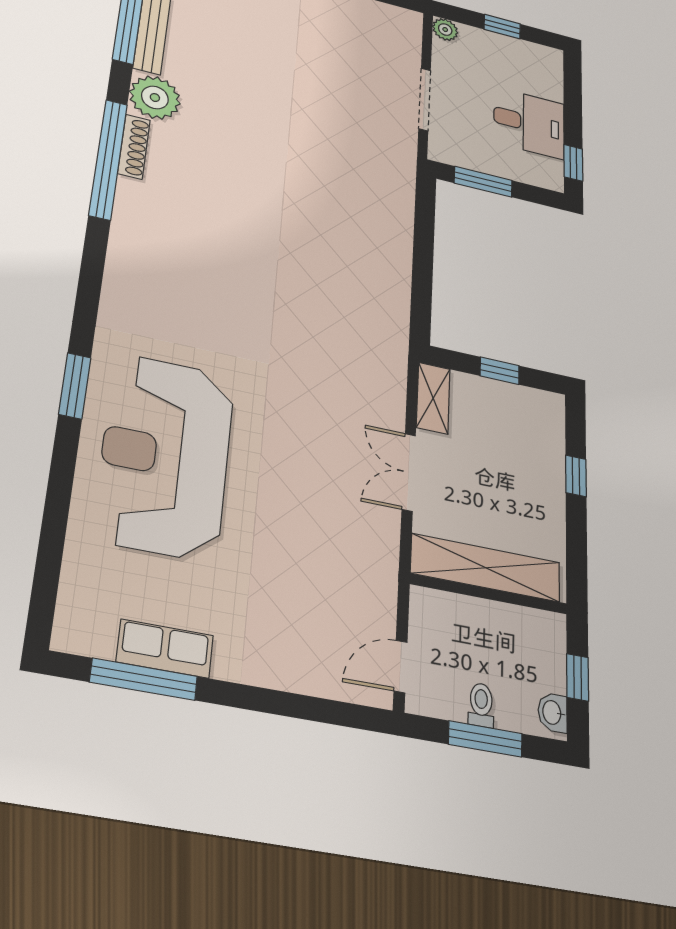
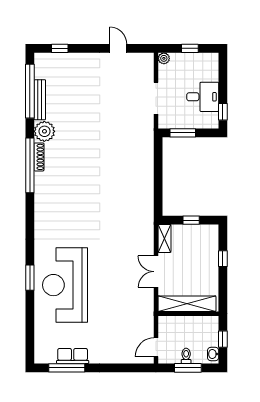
window: (75, 386) -> (30, 278), moved

